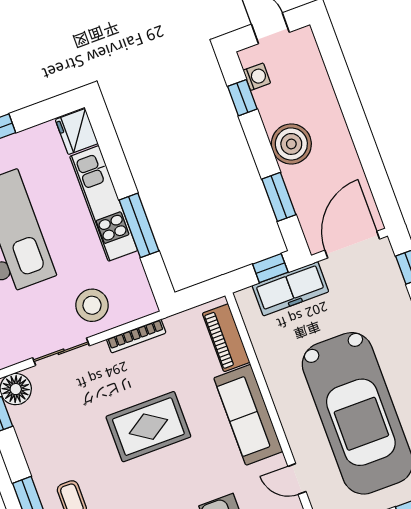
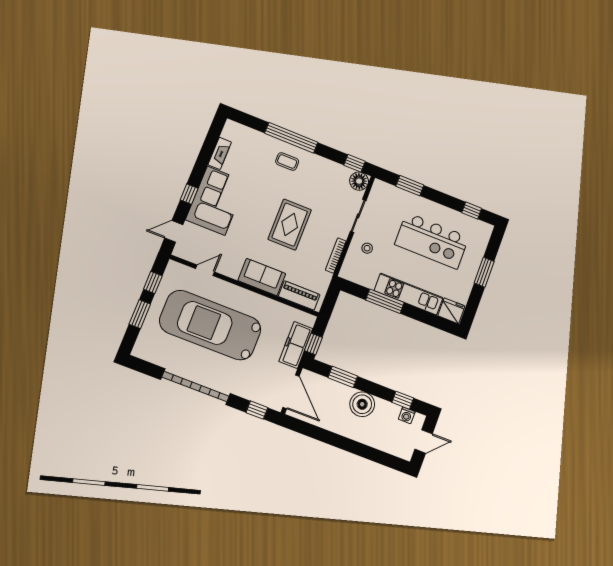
stool: (92, 305) -> (367, 248), width x0.53, depth x0.53
sofa: (248, 415) -> (262, 277), width x0.73

